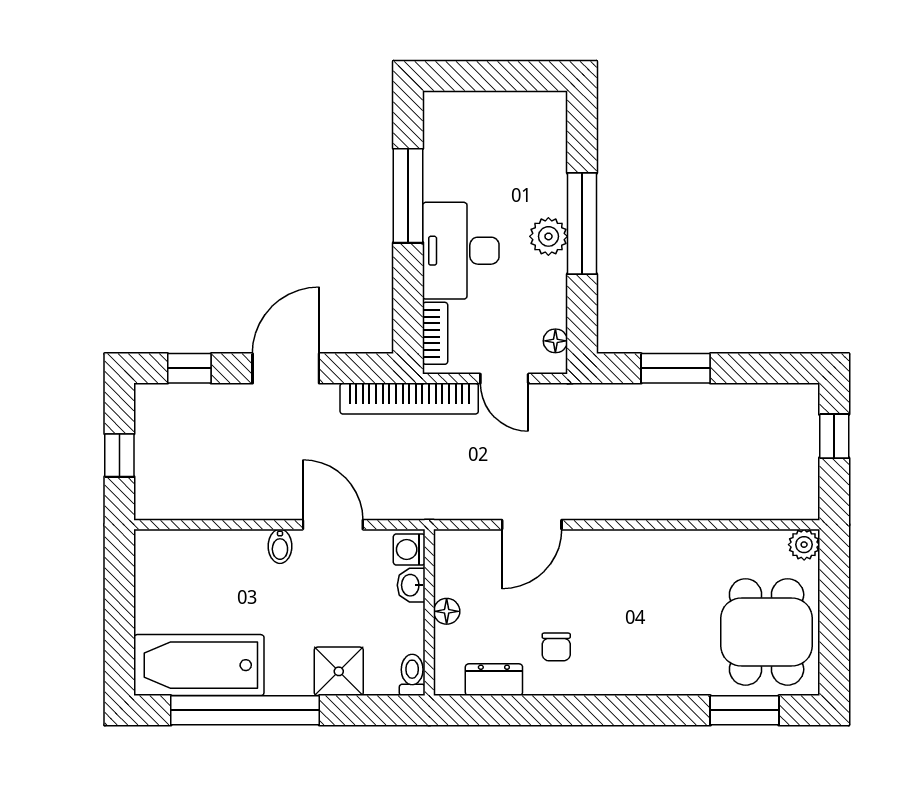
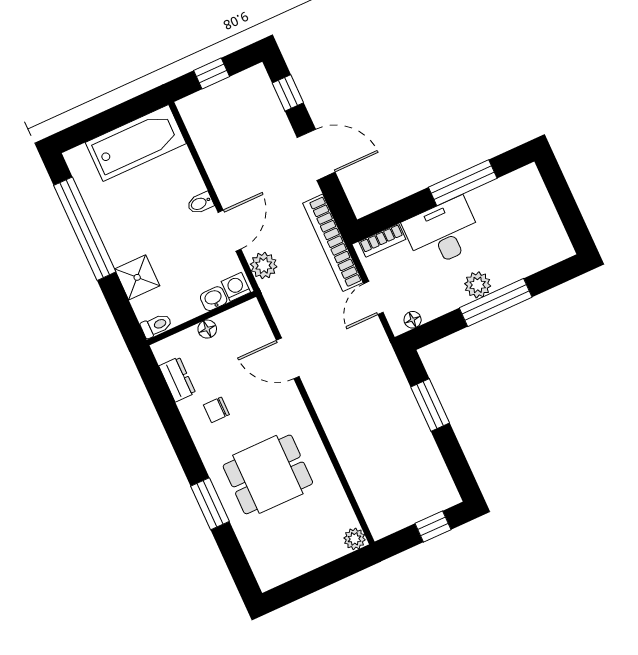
plant: (398, 501) -> (264, 266), added
dining table: (767, 632) -> (268, 474), moved
bathtub: (199, 665) -> (136, 143), moved, turned 90
window: (745, 710) -> (210, 504), moved

